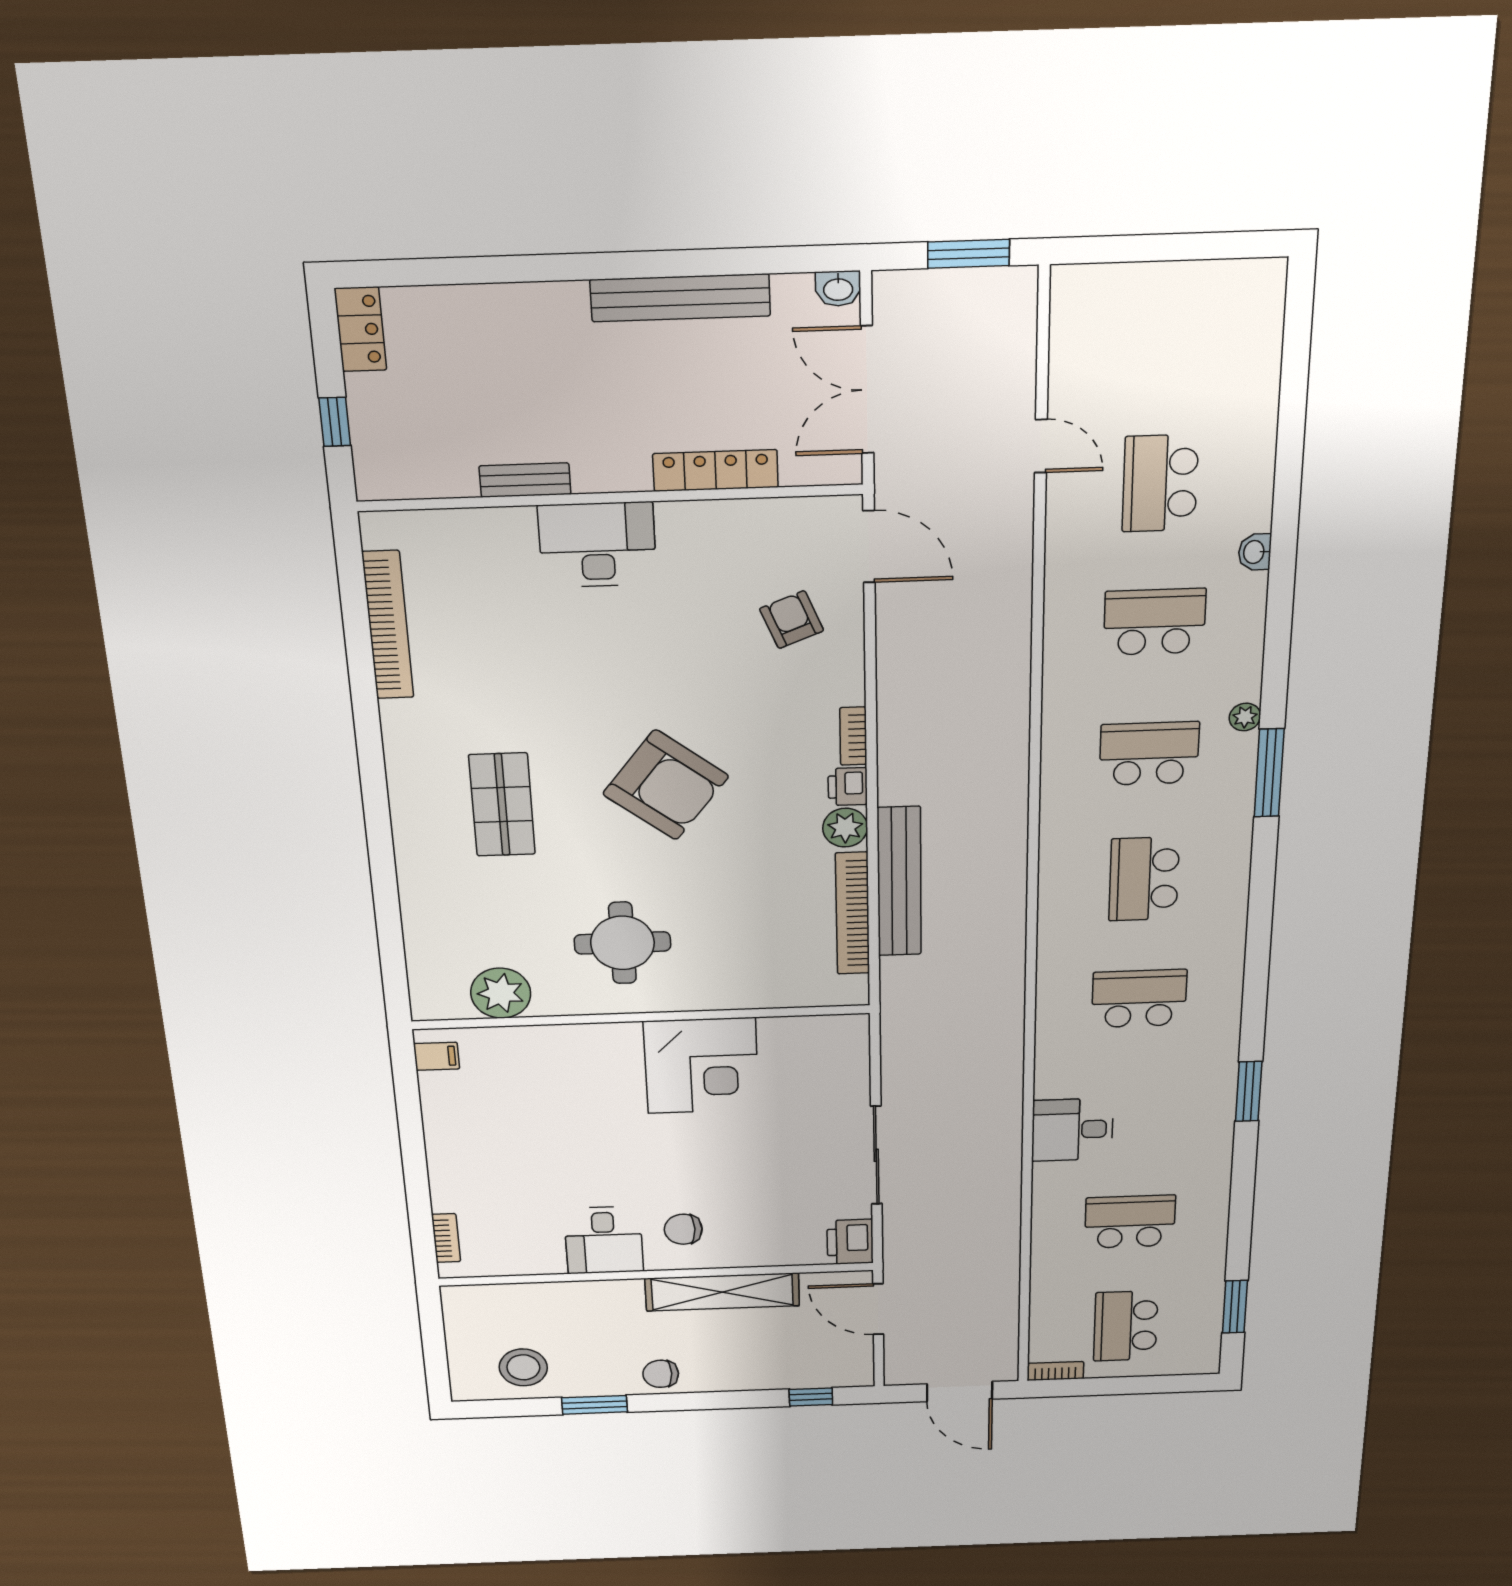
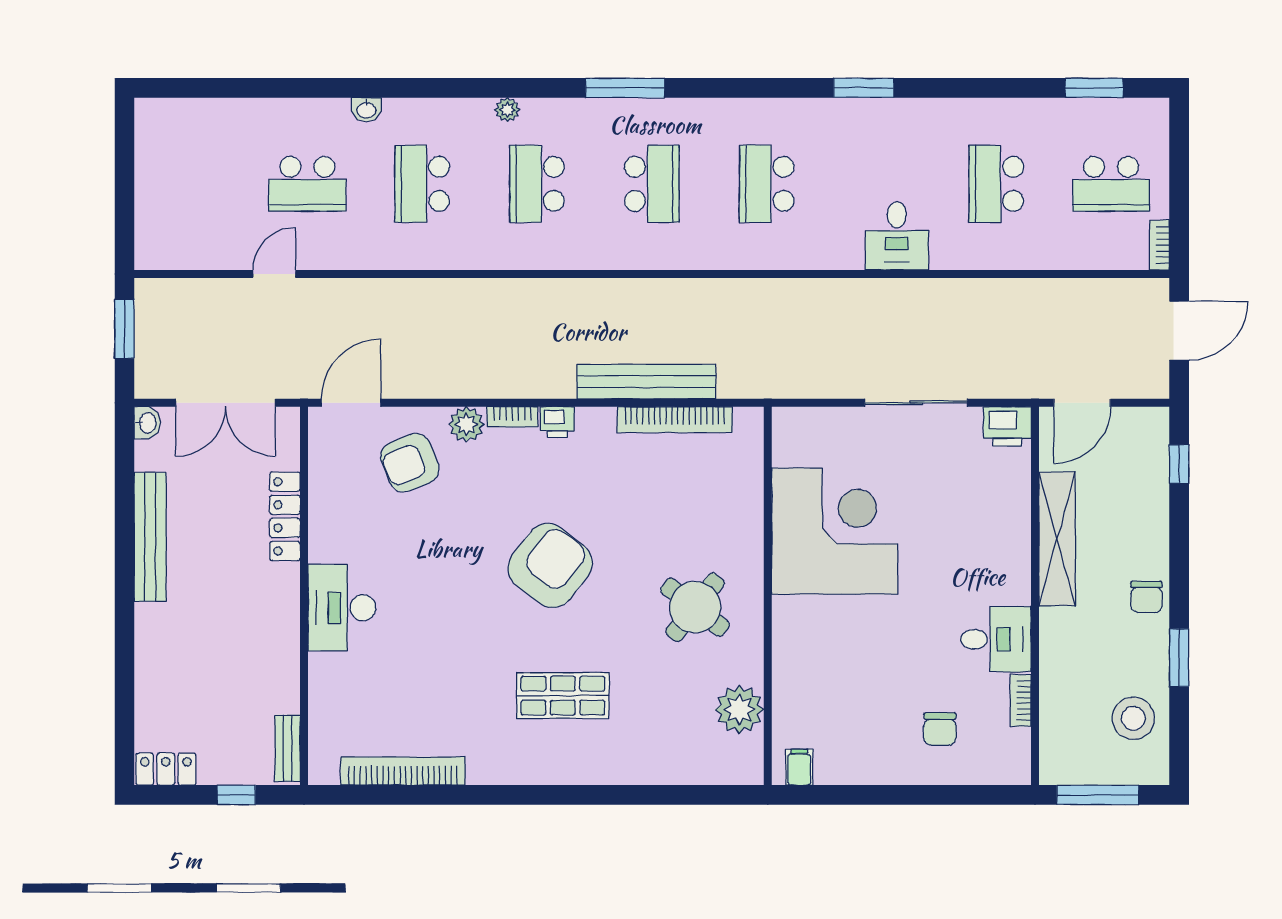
bench: (525, 480) -> (288, 748), moved
armchair: (792, 620) -> (410, 463), width x1.38, depth x1.38
window: (1269, 773) -> (625, 88), moved
plant: (845, 828) -> (466, 424), moved
school desk: (1144, 879) -> (652, 184), turned -90
round table: (622, 943) -> (695, 607), turned 38
corner desk: (701, 1066) -> (835, 531), width x1.36, depth x1.36
chair: (683, 1229) -> (940, 729), moved
bookcase: (446, 1238) -> (1021, 700), moved, turned -90
window: (433, 1339) -> (1098, 795), added

